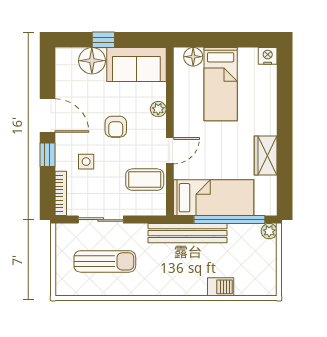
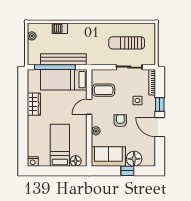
plant: (269, 231) -> (32, 36), moved
bench: (187, 233) -> (63, 59), moved

